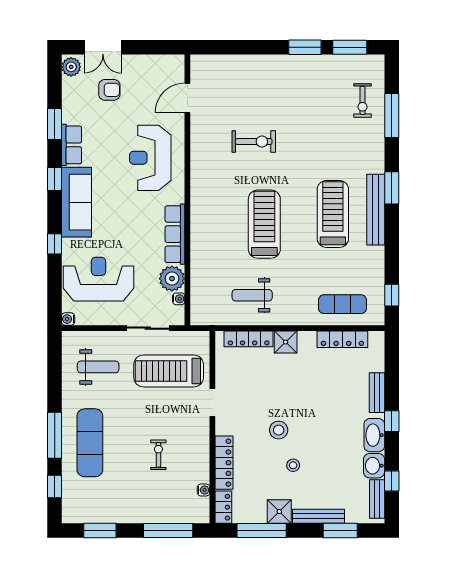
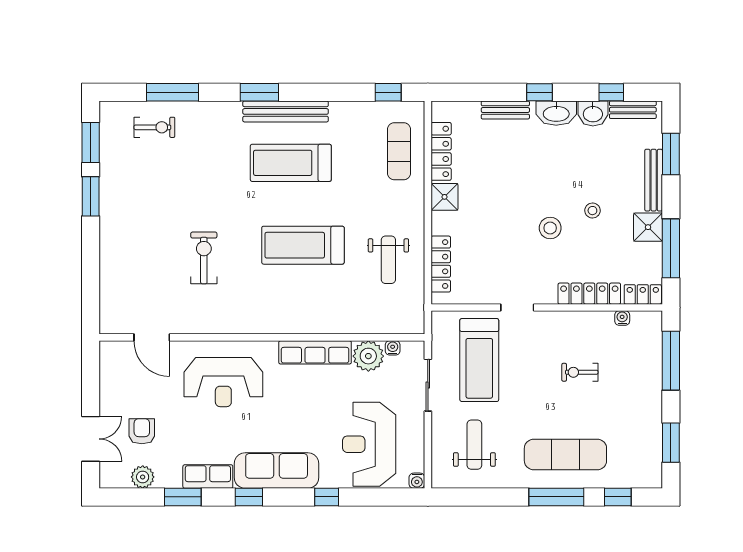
plant: (71, 67) -> (143, 477), moved
shower: (286, 342) -> (444, 197), moved

